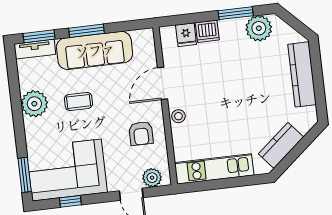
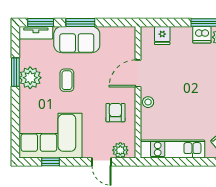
dishwasher: (207, 31) -> (202, 35), moved
sofa: (95, 50) -> (77, 40), width x0.73
coffee table: (79, 101) -> (67, 80), turned 90
armchair: (141, 133) -> (115, 113), turned 180
window: (25, 175) -> (15, 72), moved

